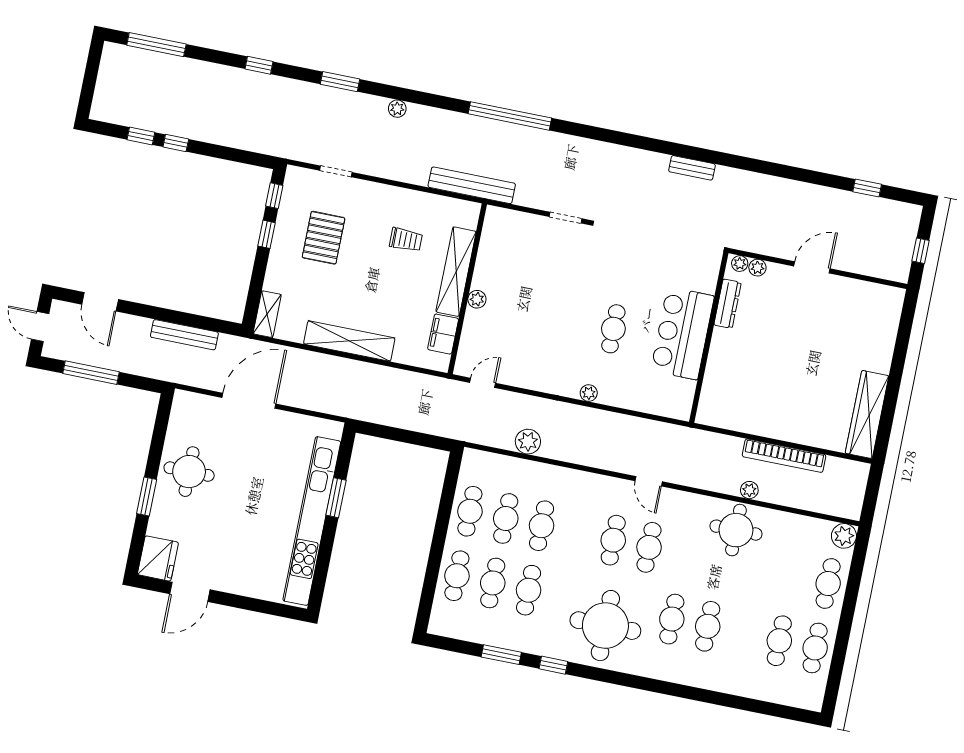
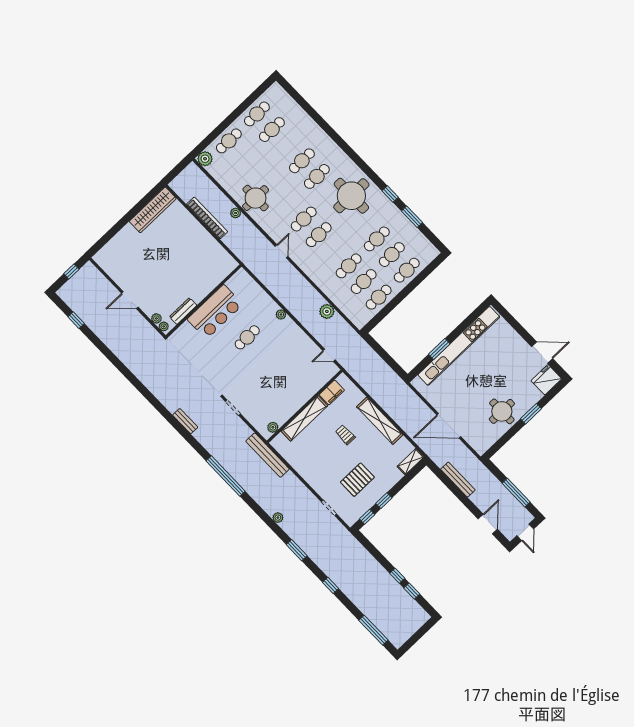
bench: (692, 168) -> (185, 421), moved
trolley: (406, 240) -> (345, 435), moved
plant: (477, 299) -> (273, 427), moved

